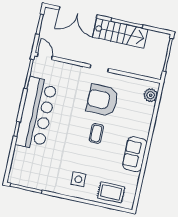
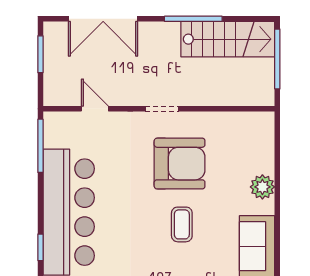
stairs: (120, 33) -> (228, 39), moved
door: (45, 56) -> (95, 109), moved
plant: (151, 95) -> (262, 187), moved
armchair: (102, 100) -> (180, 164), turned 180

